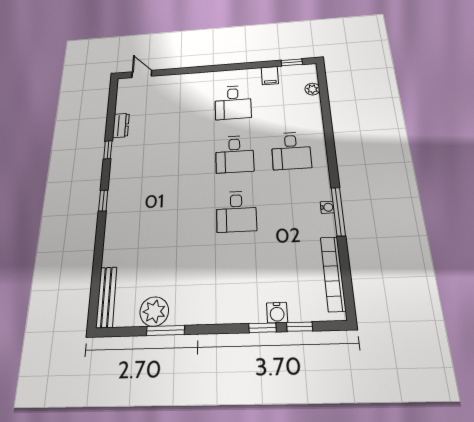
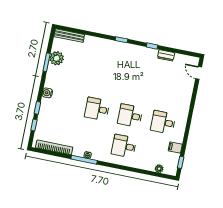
door: (142, 74) -> (199, 73), swing flipped
water cooler: (277, 313) -> (47, 93), moved

